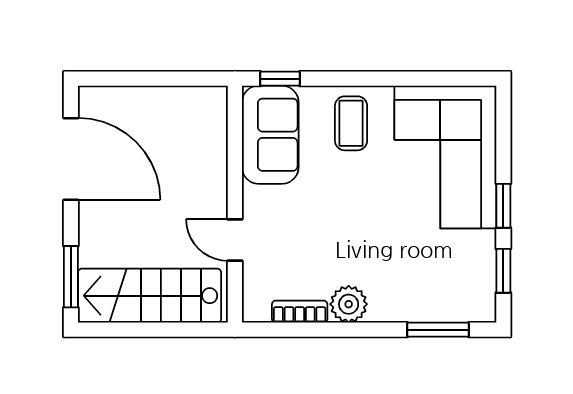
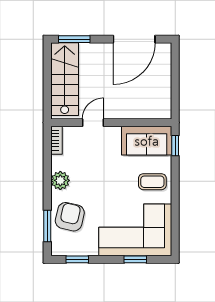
window: (503, 206) -> (135, 259), moved
armchair: (420, 286) -> (70, 217), added
bookcase: (300, 312) -> (56, 140), moved

